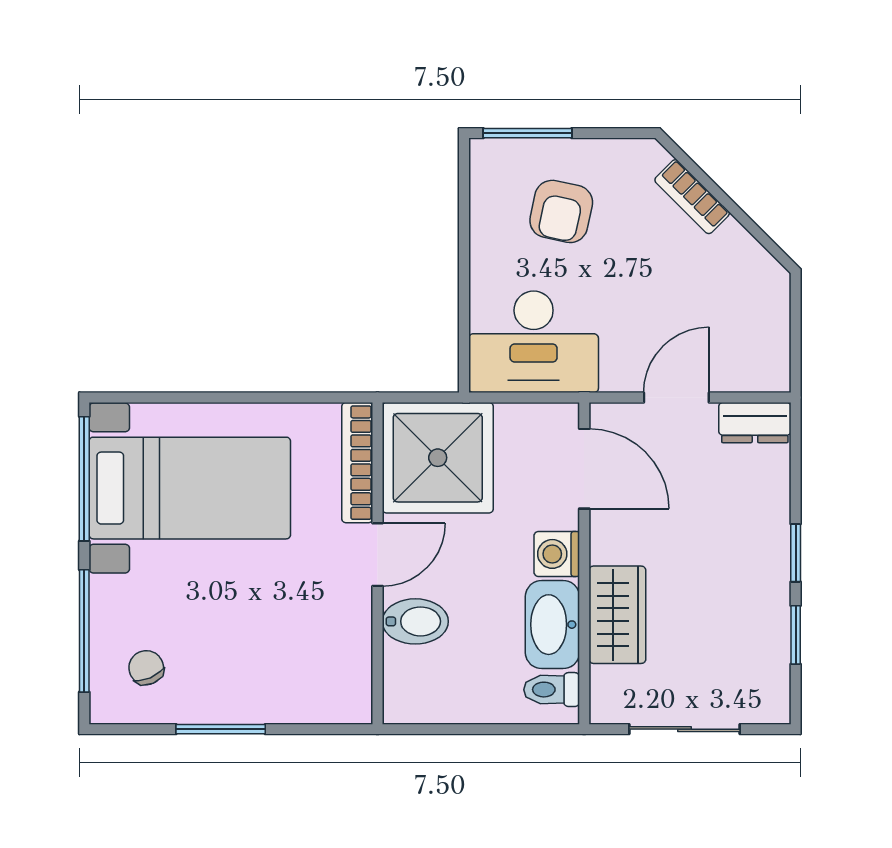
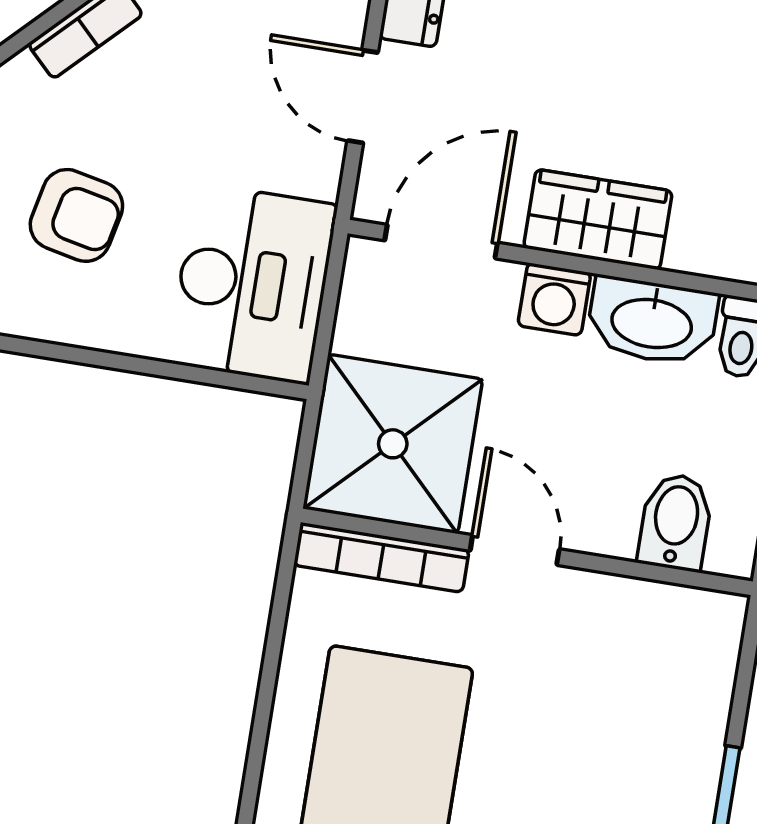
wardrobe: (617, 615) -> (598, 219), moved
bidet: (415, 621) -> (676, 522), moved

